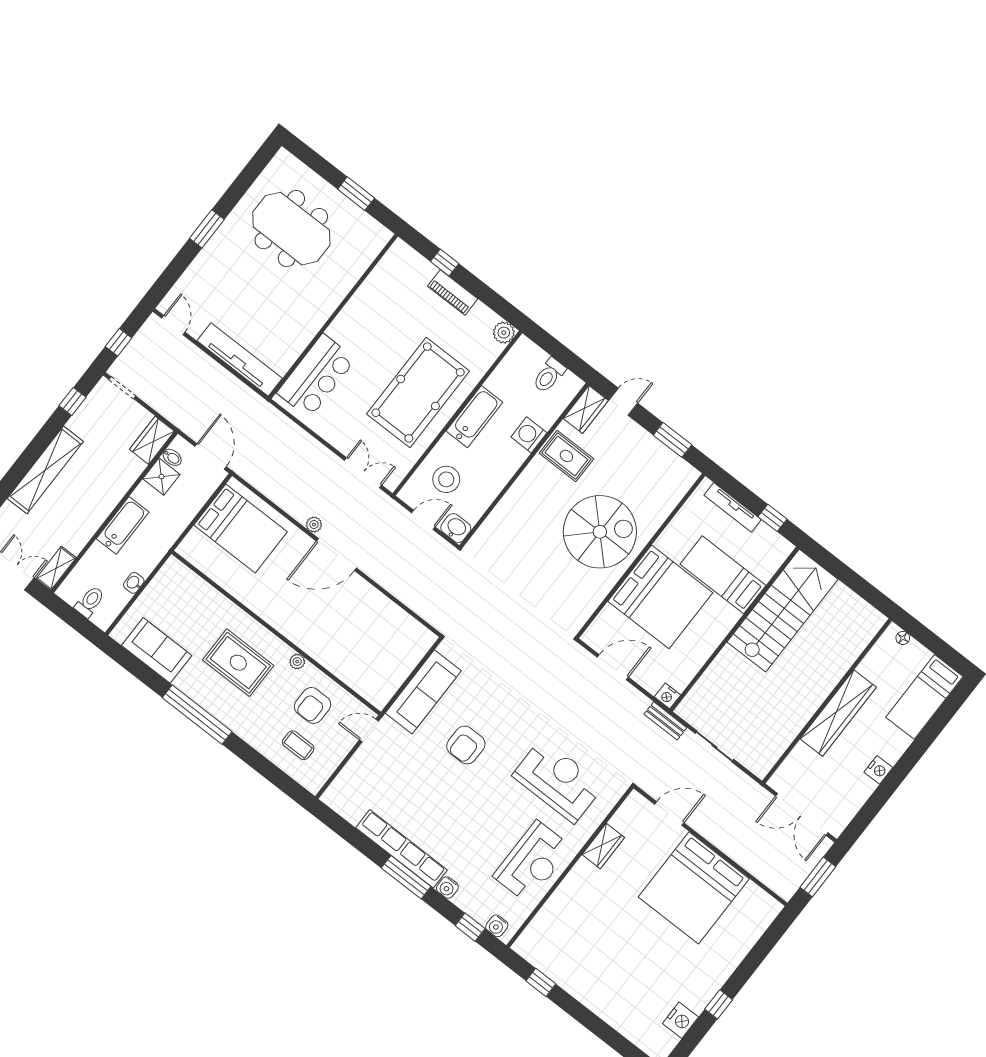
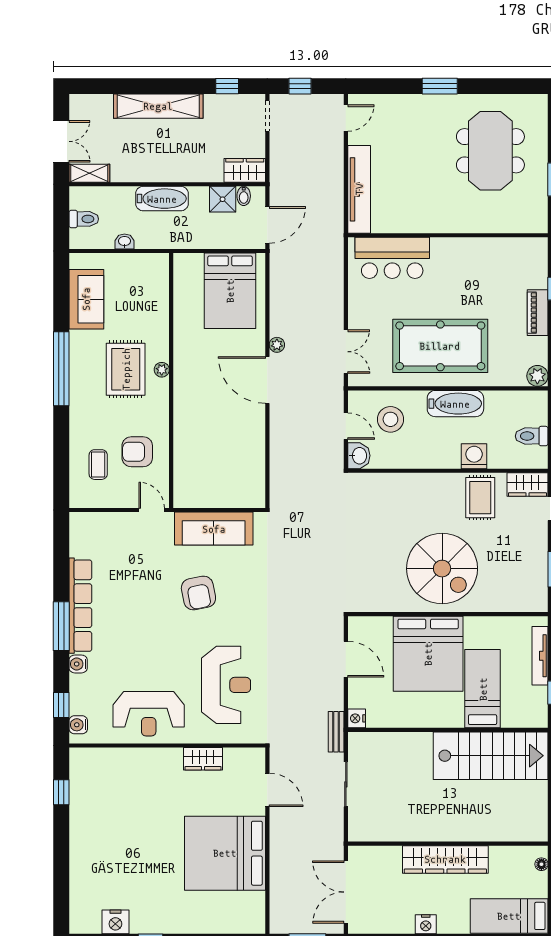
plant: (297, 662) -> (162, 370), moved
armchair: (466, 745) -> (198, 593), turned -101

